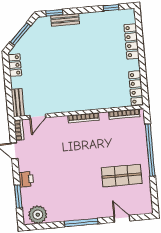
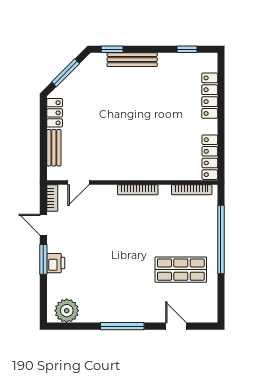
bench: (65, 20) -> (132, 60), width x1.36
bench: (18, 103) -> (54, 148), moved
window: (18, 196) -> (43, 259), moved

